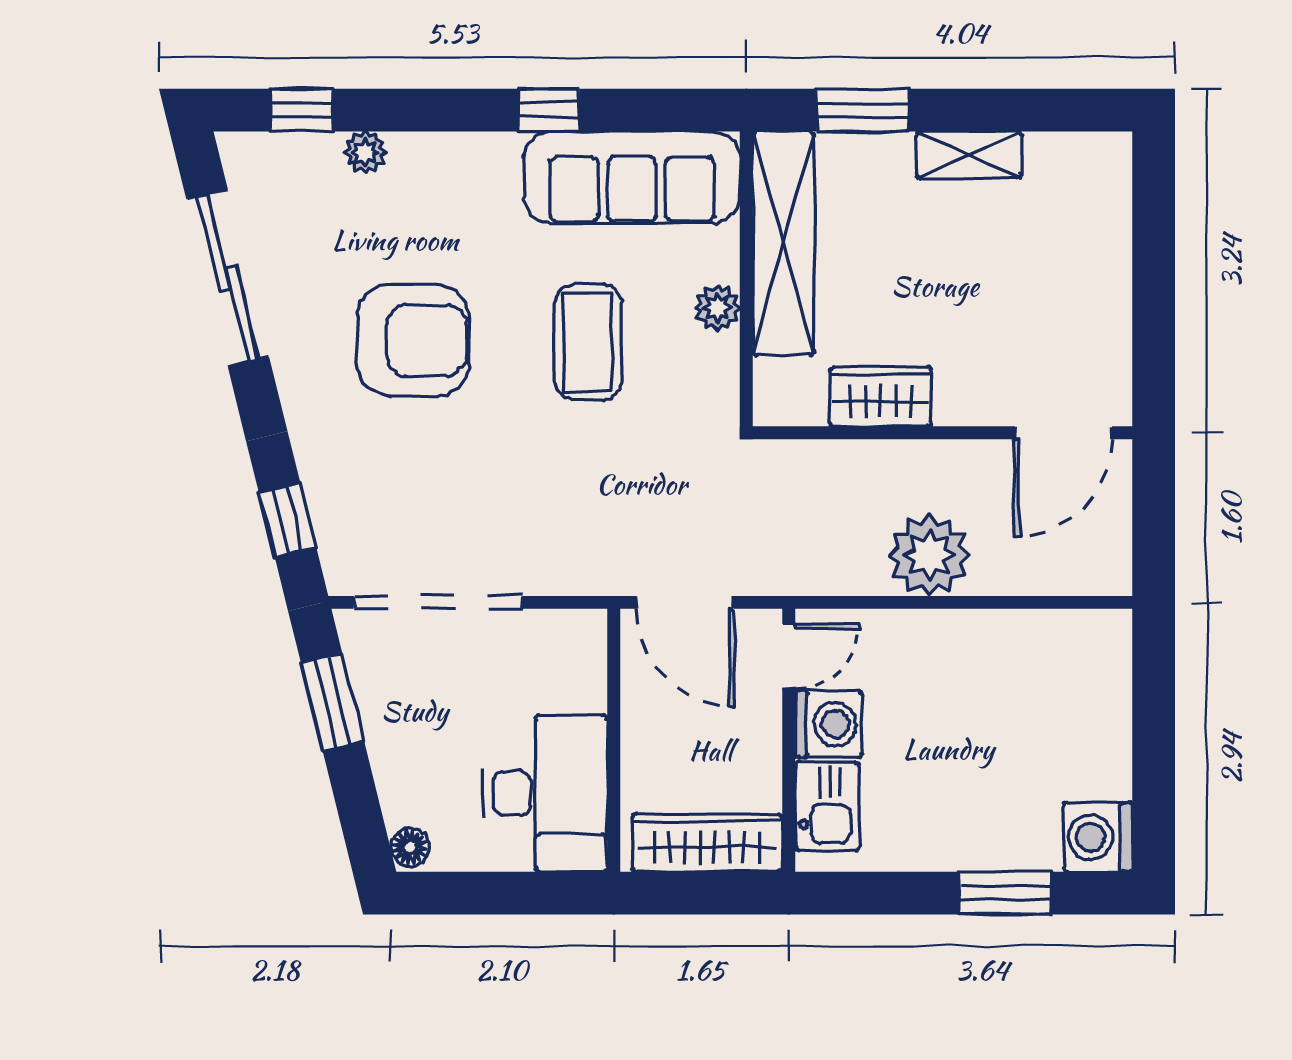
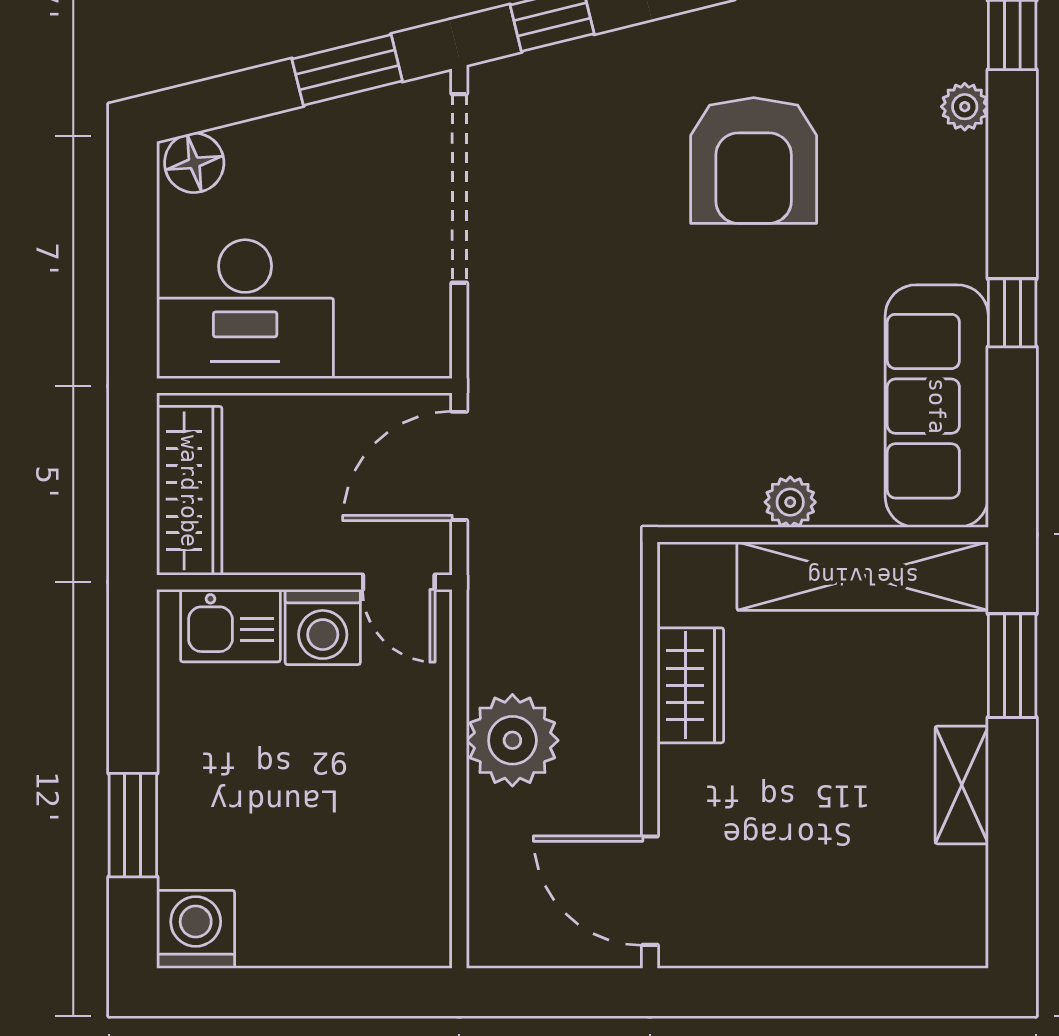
coffee table: (588, 342) -> (752, 357), removed
floor lamp: (410, 847) -> (194, 163), width x1.37, depth x1.37

